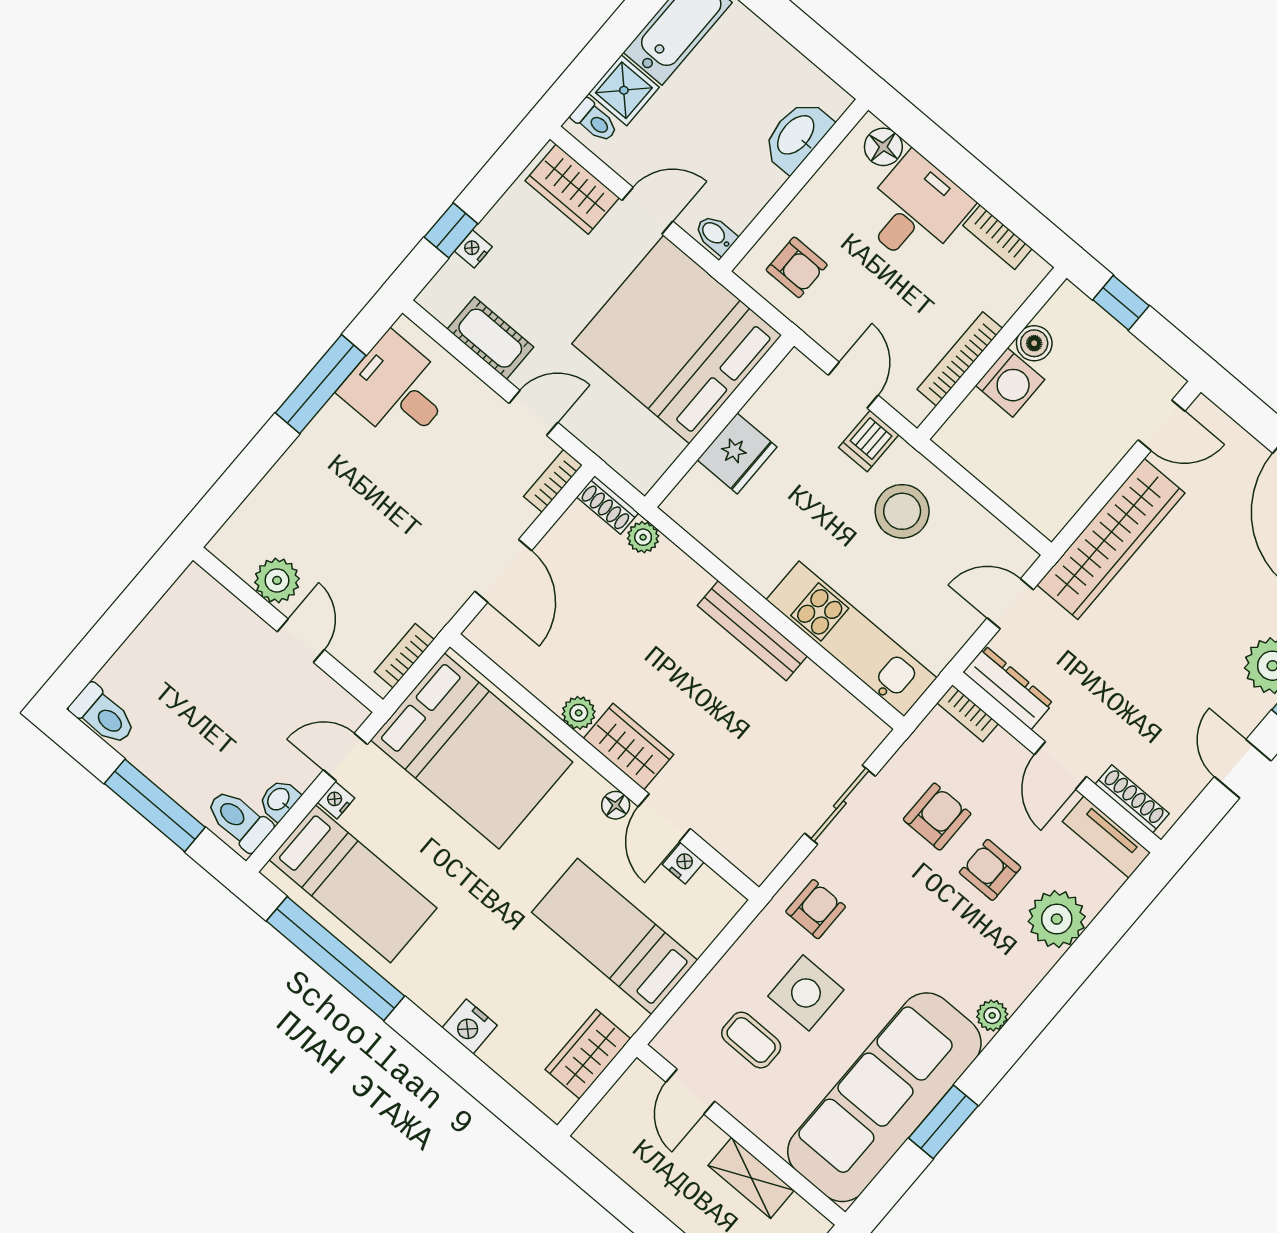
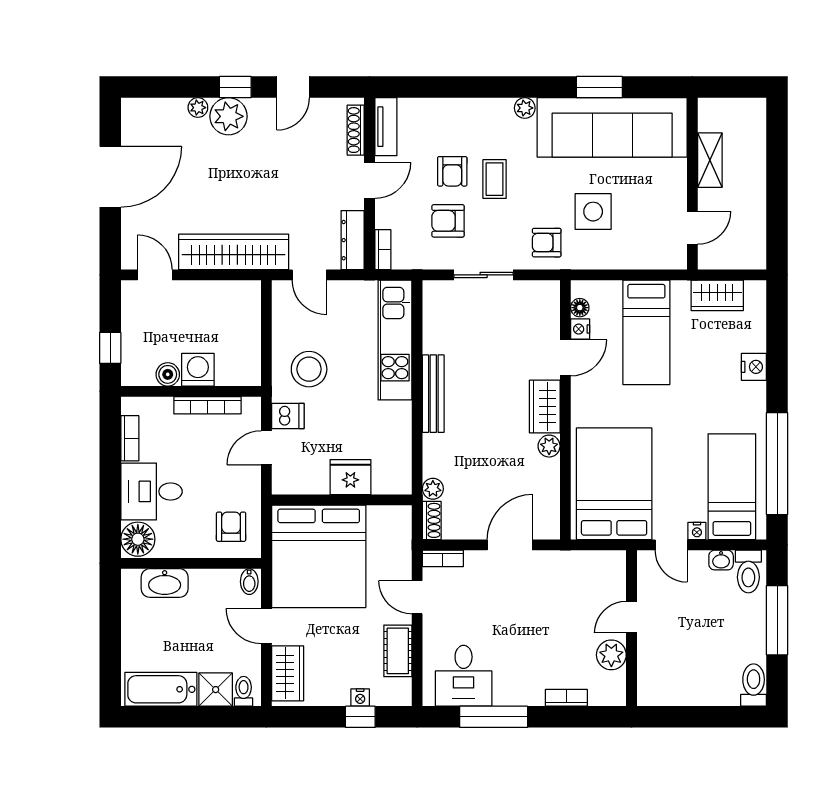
floor lamp: (883, 147) -> (138, 539), width x1.38, depth x1.38
bookcase: (404, 656) -> (566, 698), moved, turned 180
floor lamp: (616, 805) -> (580, 308), moved
plant: (1057, 919) -> (449, 117), removed
coffee table: (751, 1040) -> (495, 179), moved

